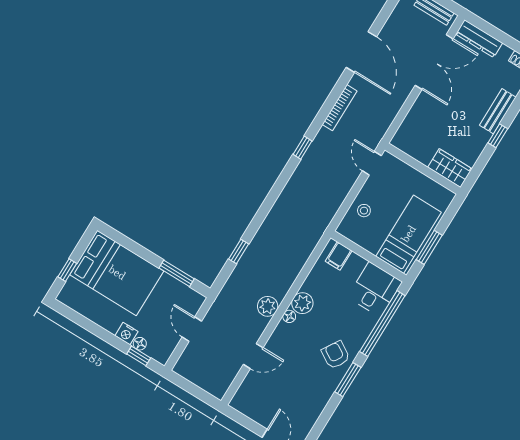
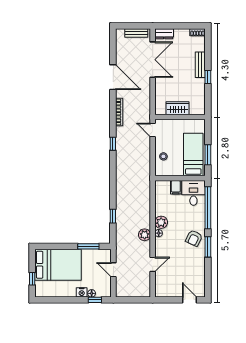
dresser: (479, 39) -> (164, 34), width x0.70
wardrobe: (450, 168) -> (177, 108), moved
filing cabinet: (339, 256) -> (176, 187), moved
armchair: (336, 355) -> (194, 238), turned -97

